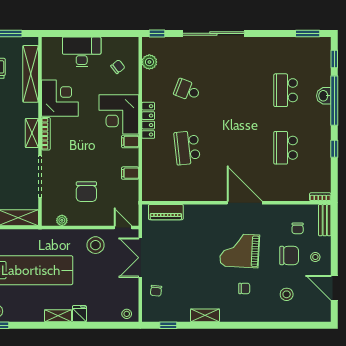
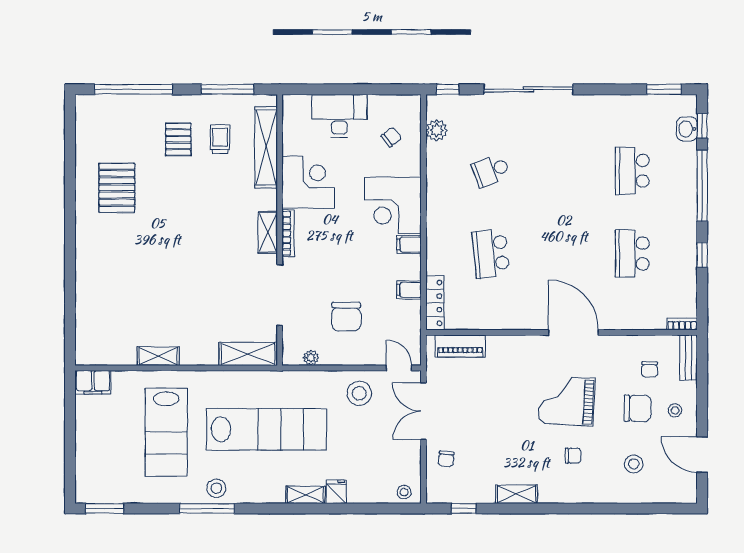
school desk: (187, 90) -> (491, 171), turned -42
washbasin: (324, 96) -> (687, 129), moved
locker: (148, 120) -> (435, 303), moved

